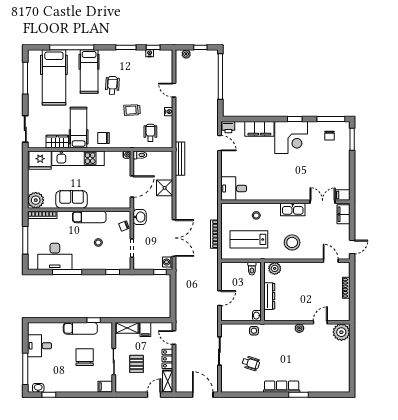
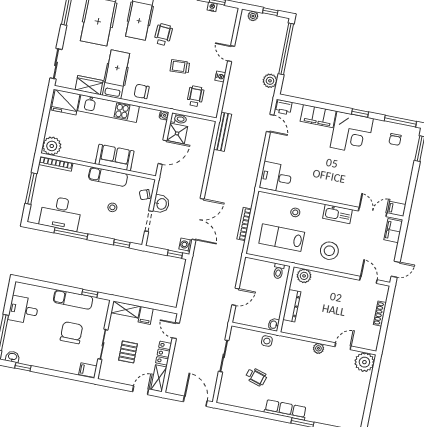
plant: (212, 107) -> (270, 81), added
shower: (165, 188) -> (177, 133), moved
sofa: (72, 199) -> (115, 158), moved
washbasin: (140, 217) -> (161, 204), moved

